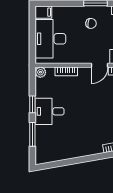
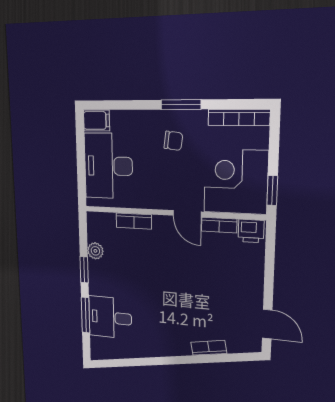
door: (100, 65) -> (187, 214), hinge flipped
plant: (40, 72) -> (95, 251), moved
desk: (50, 111) -> (110, 318), moved

